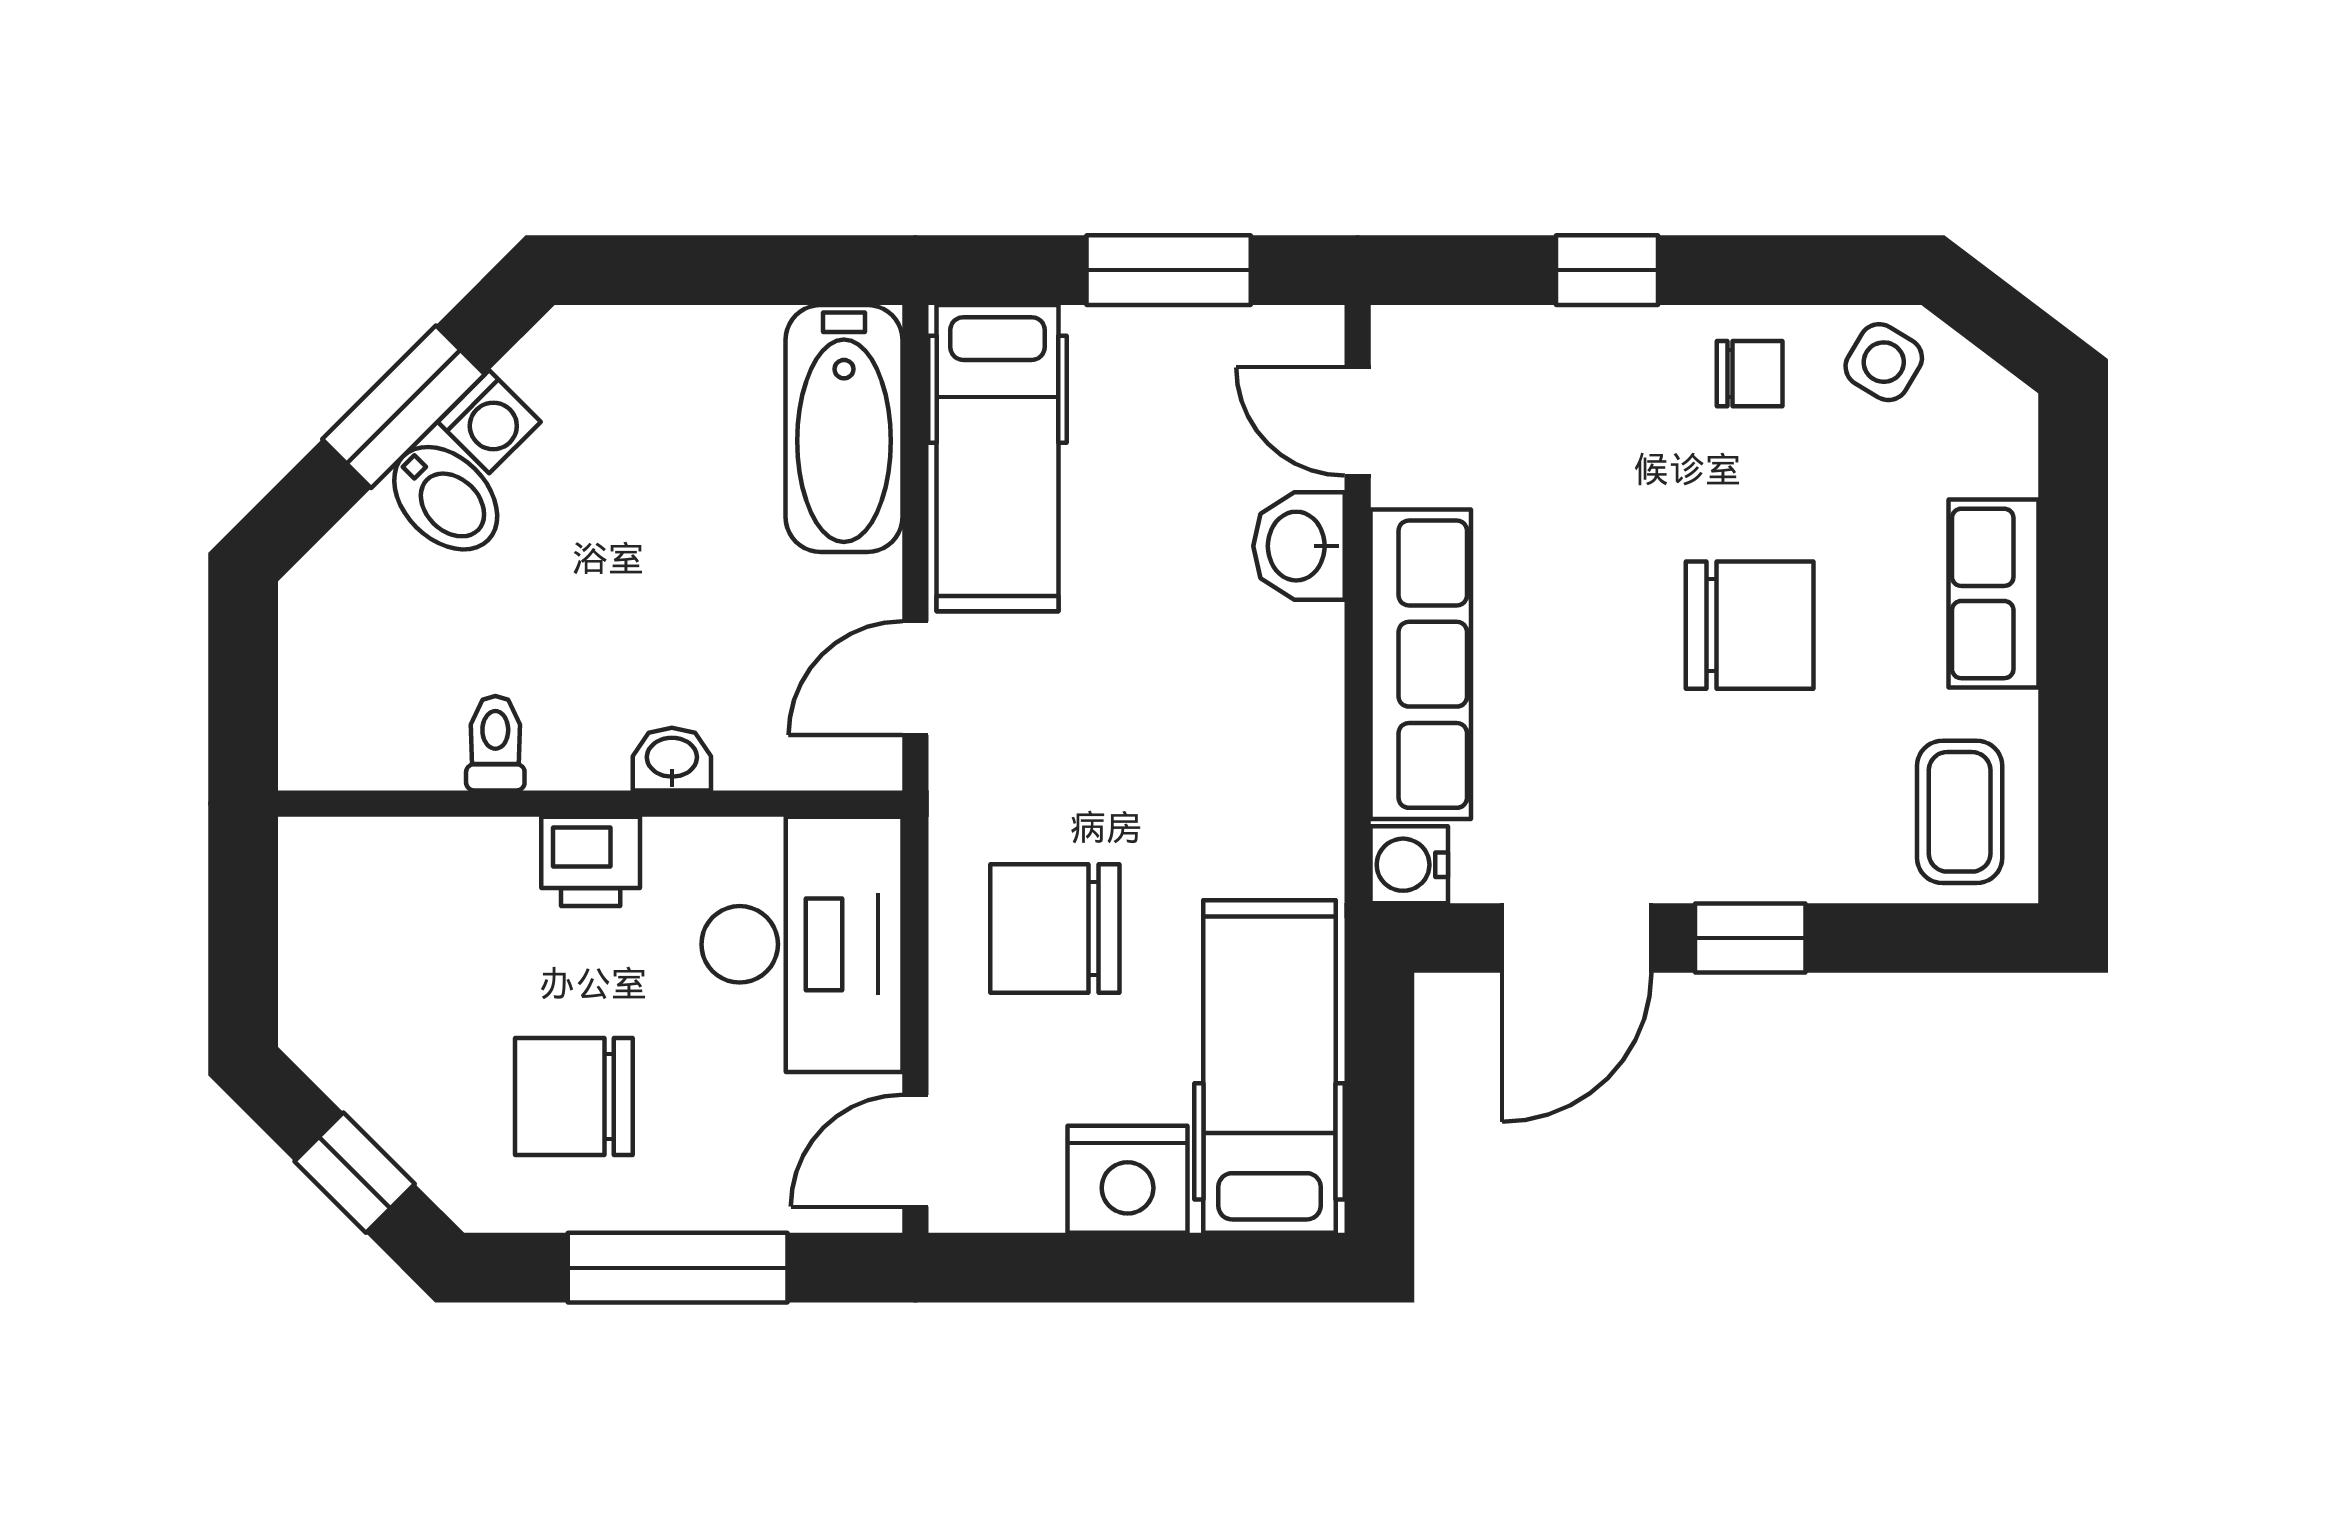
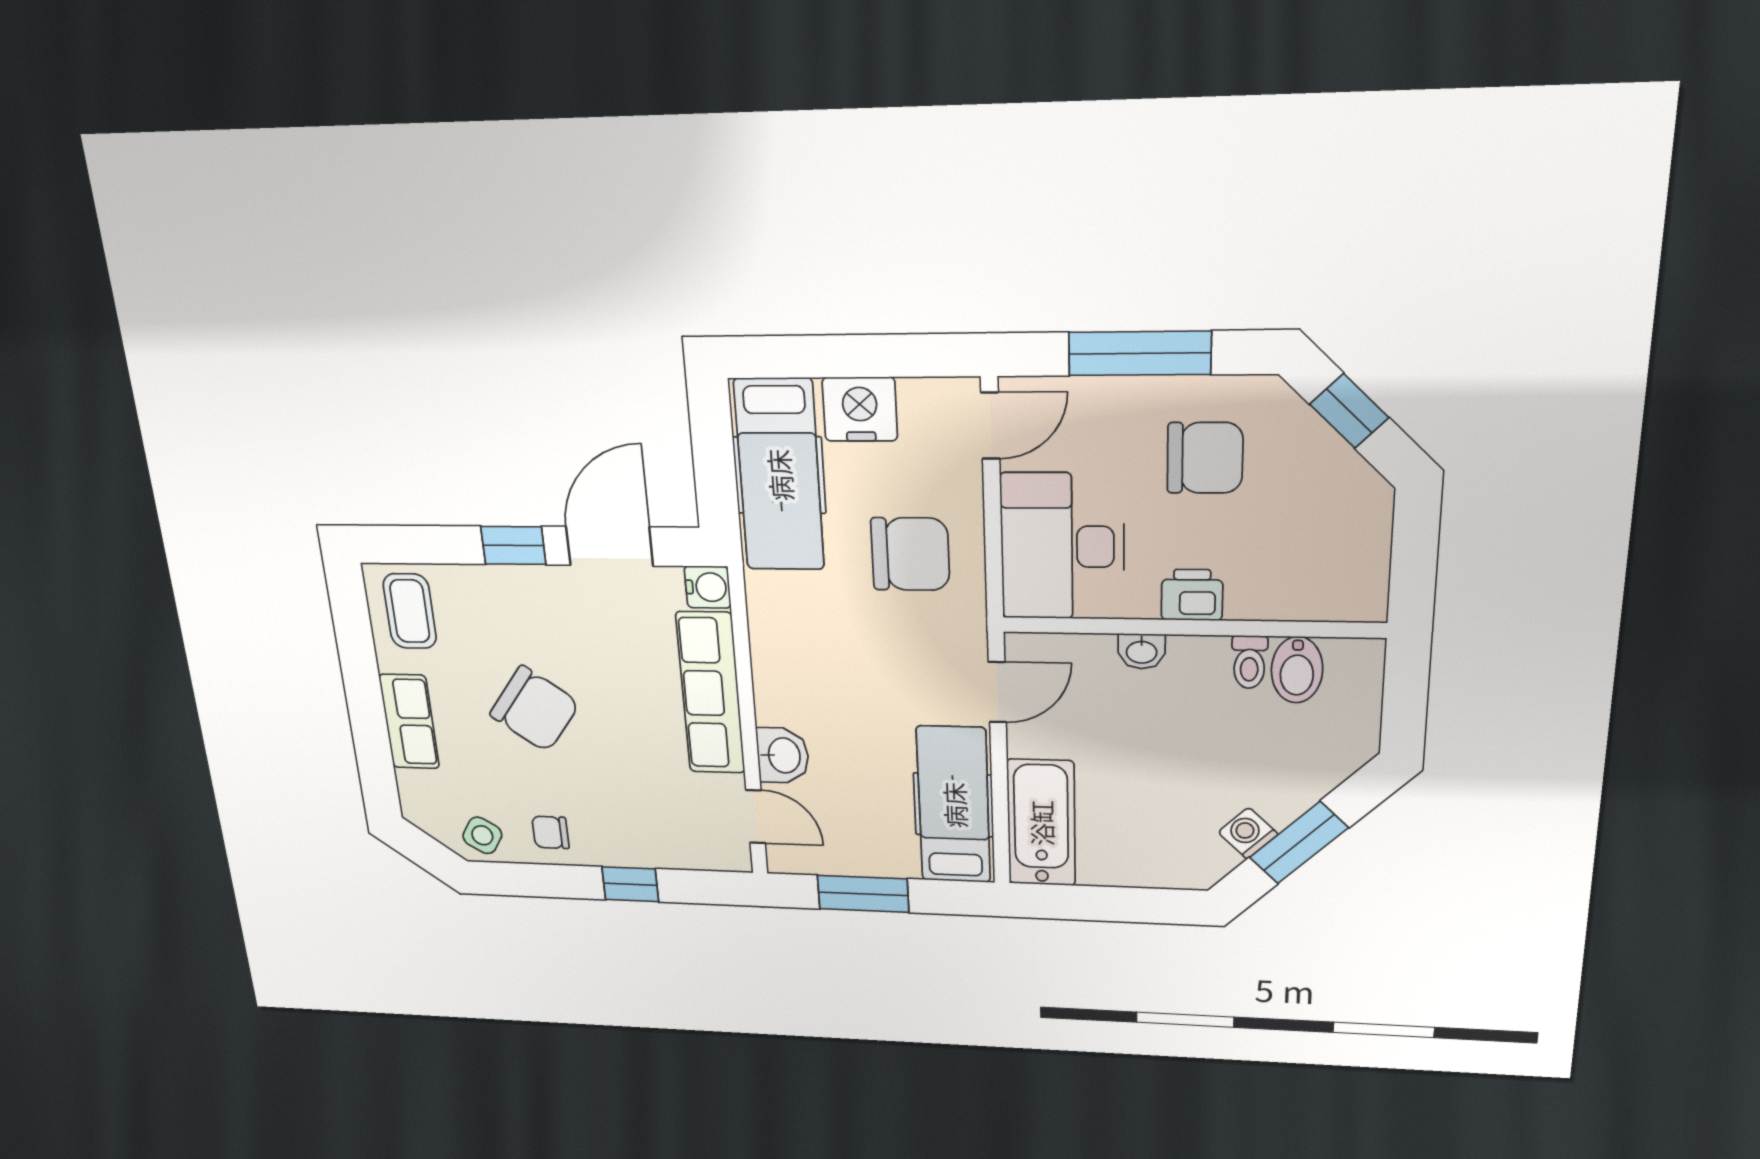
bidet: (446, 498) -> (1297, 670), moved, turned -135
chair: (1750, 625) -> (535, 709), turned -144

